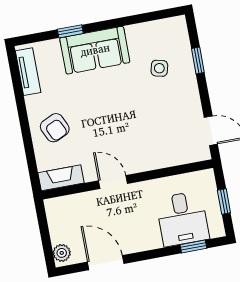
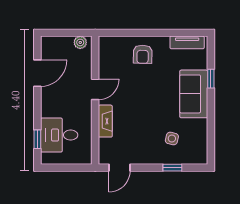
armchair: (55, 128) -> (143, 54), turned -64
fireplace: (61, 178) -> (105, 121), moved
window: (224, 202) -> (66, 168), removed
plant: (62, 253) -> (80, 42), moved

